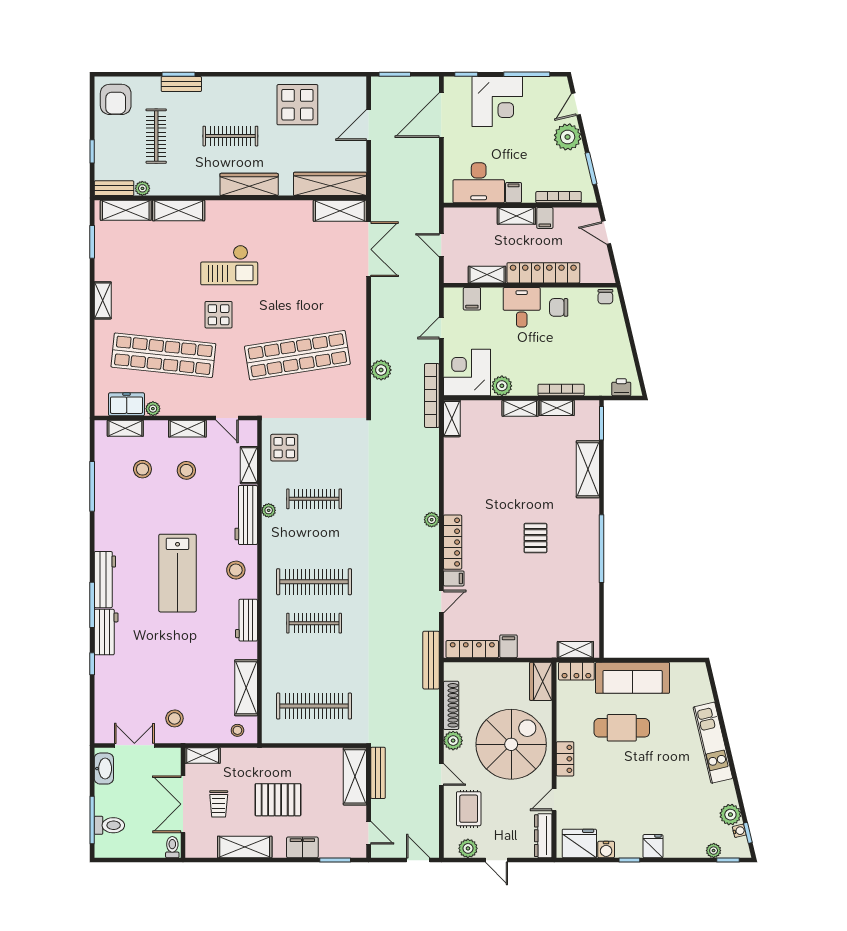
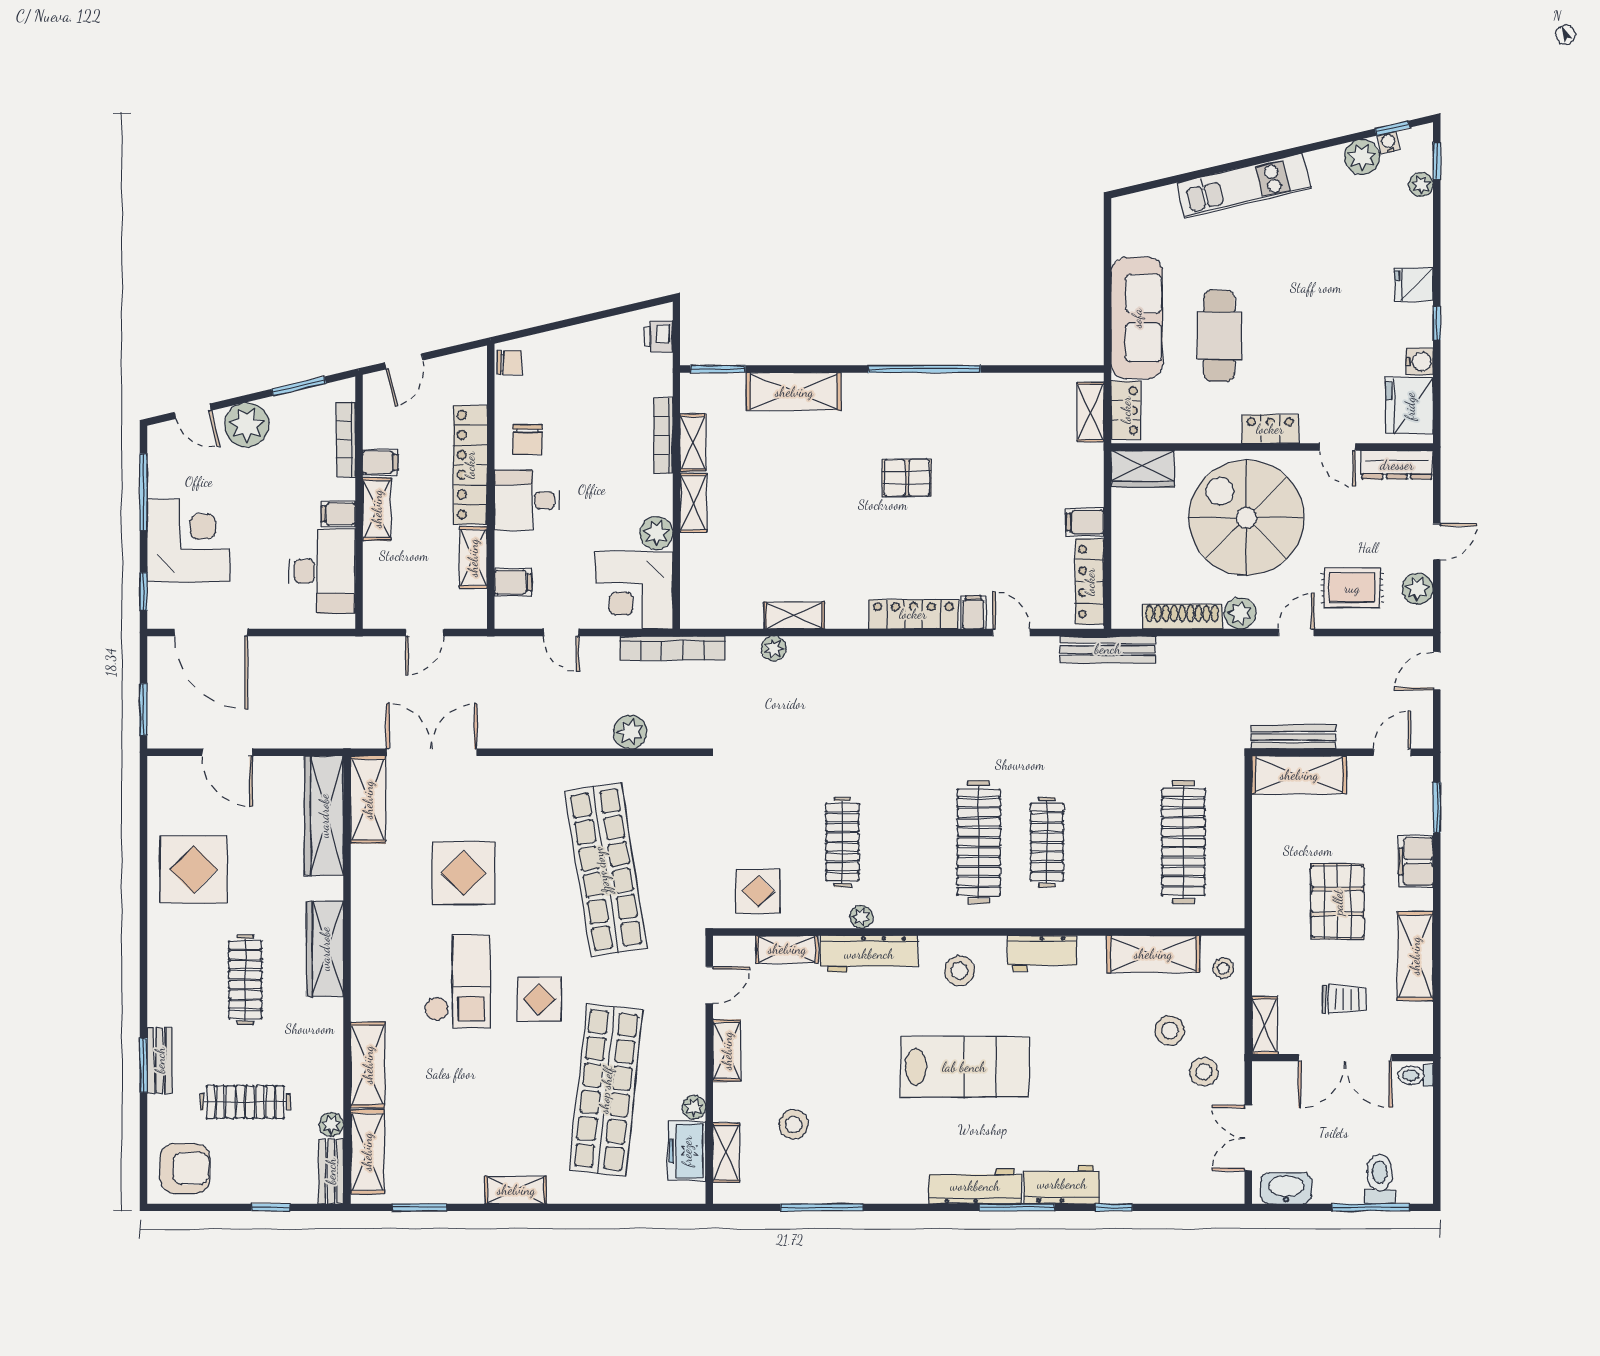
display table: (295, 269) -> (464, 873), added
shelving: (452, 418) -> (794, 615), moved
stool: (186, 470) -> (1170, 1030), moved
plant: (432, 520) -> (774, 649), moved

